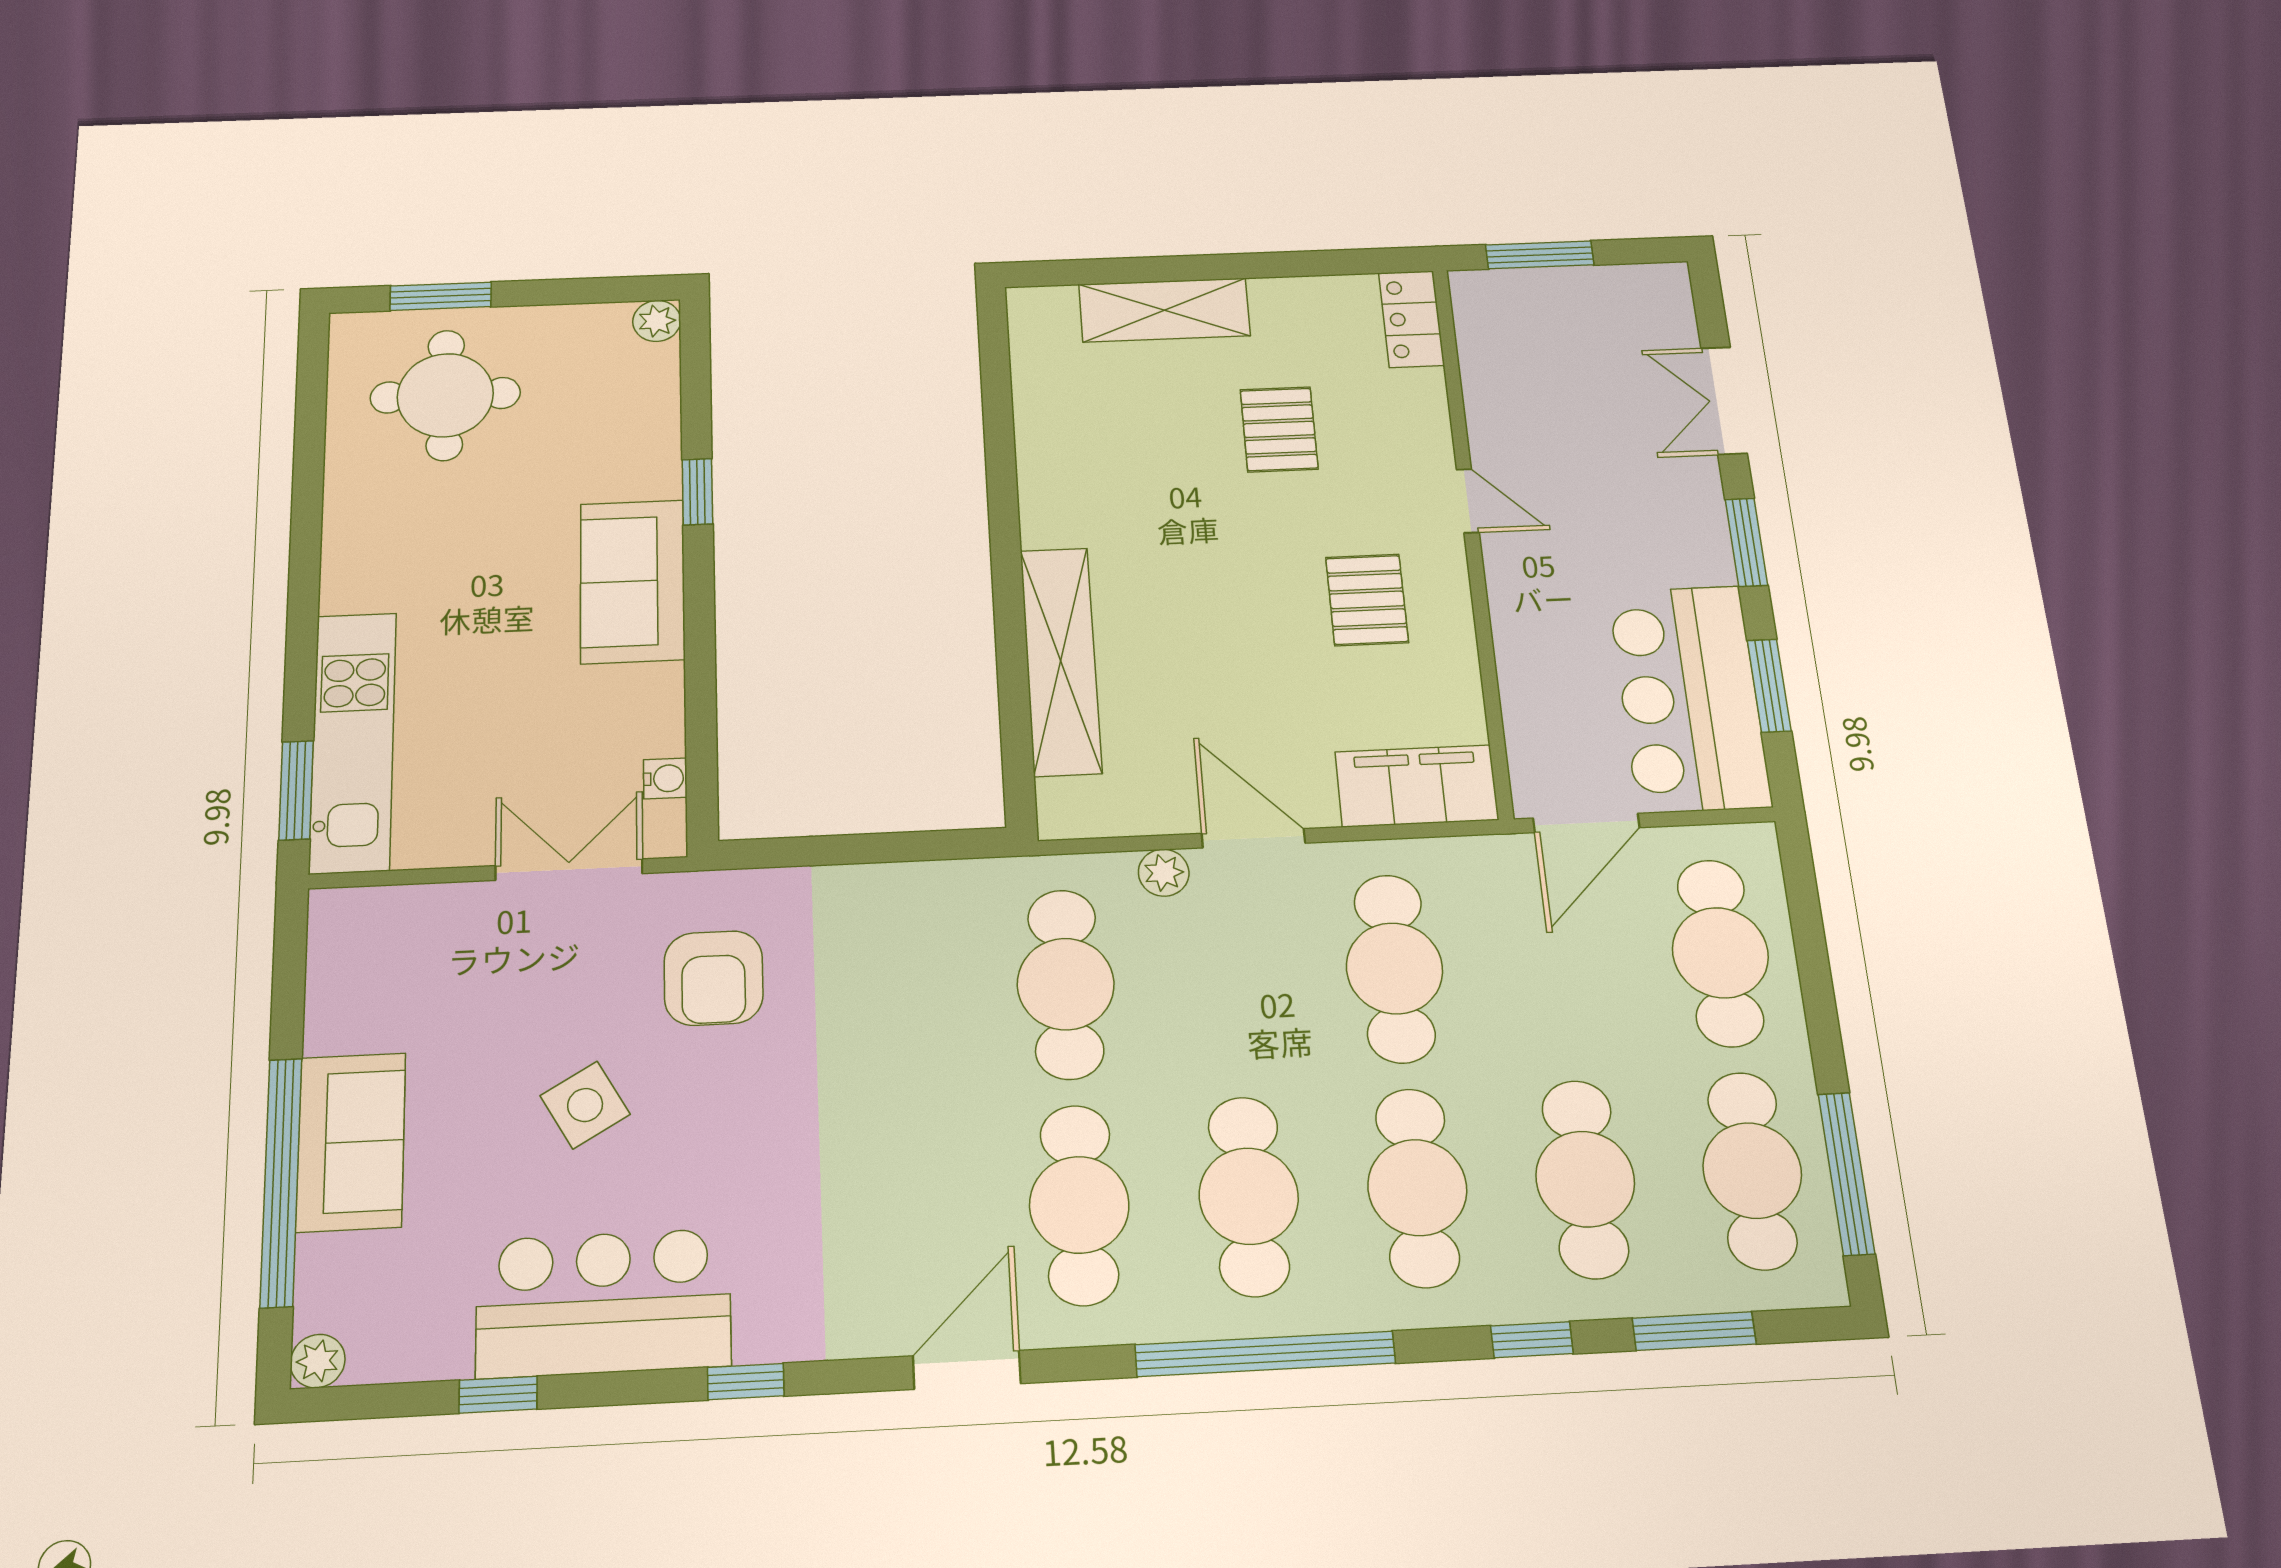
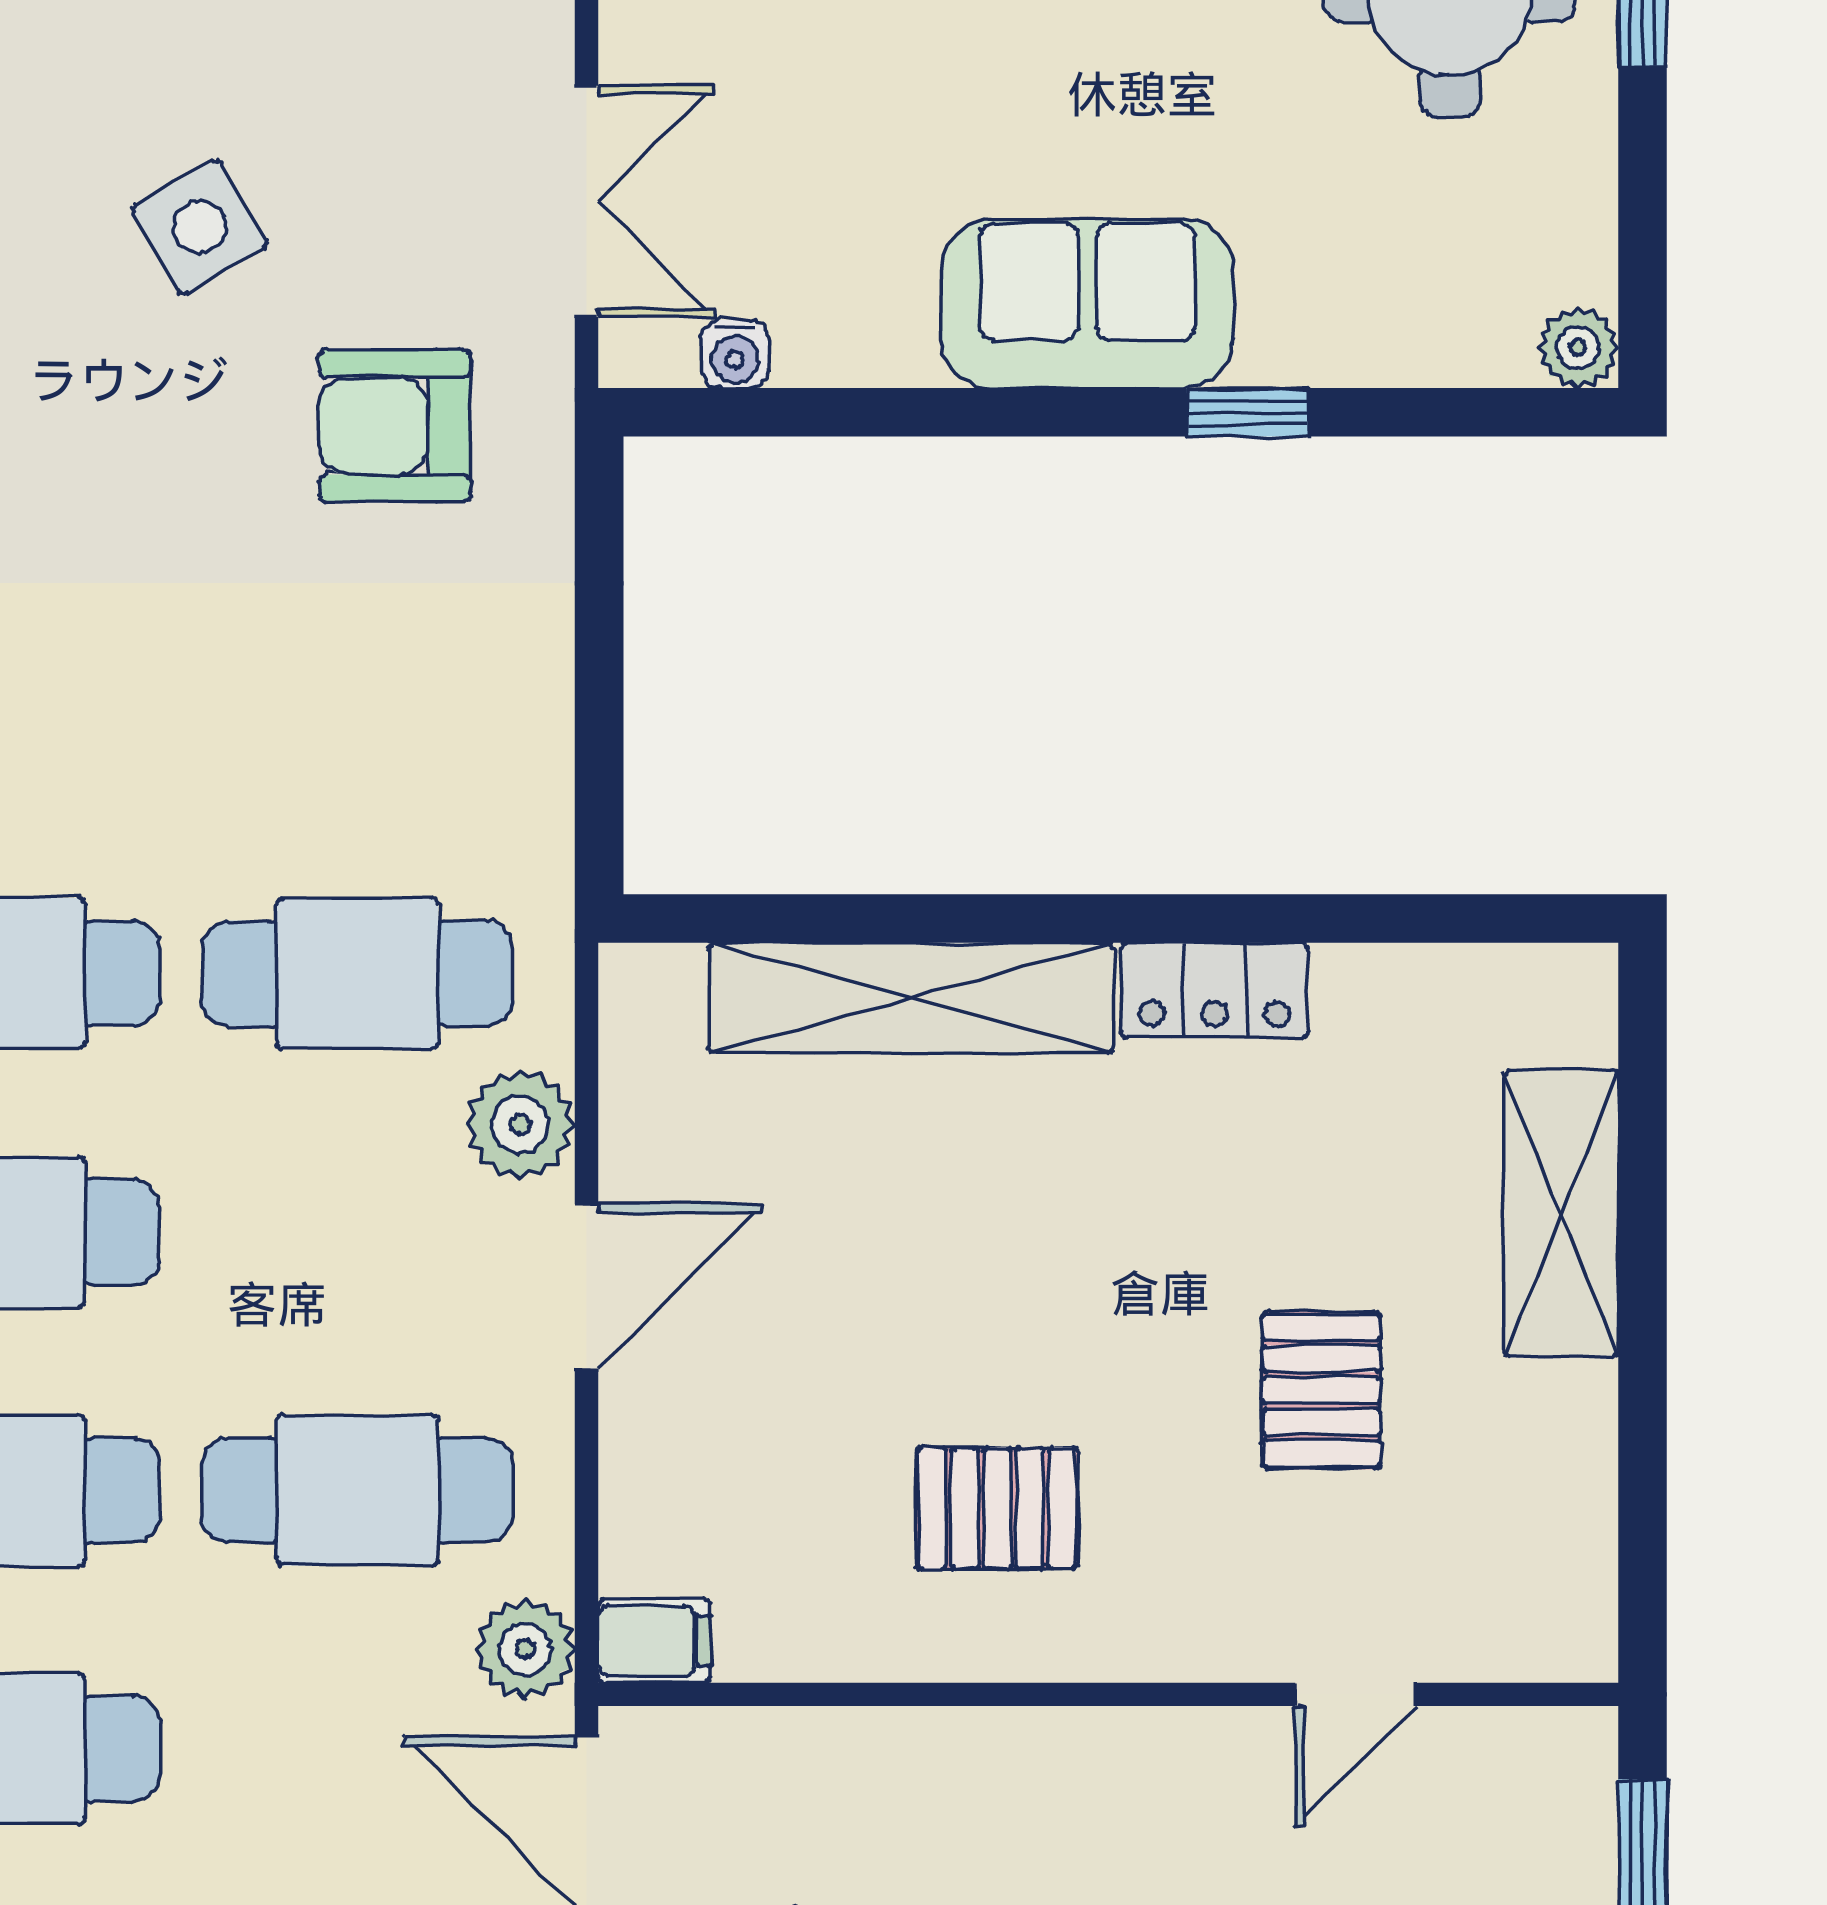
locker: (1411, 319) -> (1215, 990), moved, turned 180
pallet: (1279, 429) -> (1321, 1390), turned 90
door: (1468, 501) -> (1355, 1694), moved
filing cabinet: (1417, 786) -> (654, 1641), width x0.33, depth x0.86
plant: (1483, 864) -> (525, 1649), added
plant: (1164, 873) -> (520, 1125), width x1.38, depth x1.38

